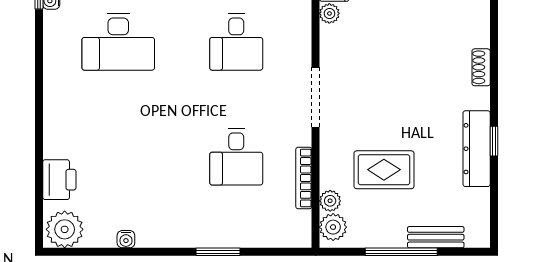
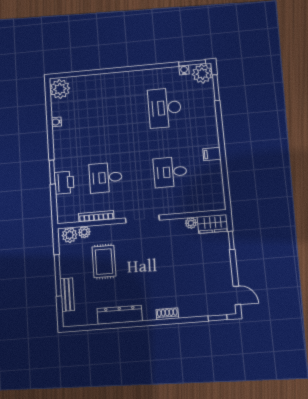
window: (494, 141) -> (125, 325), removed
printer: (59, 180) -> (64, 183), moved, turned -90

